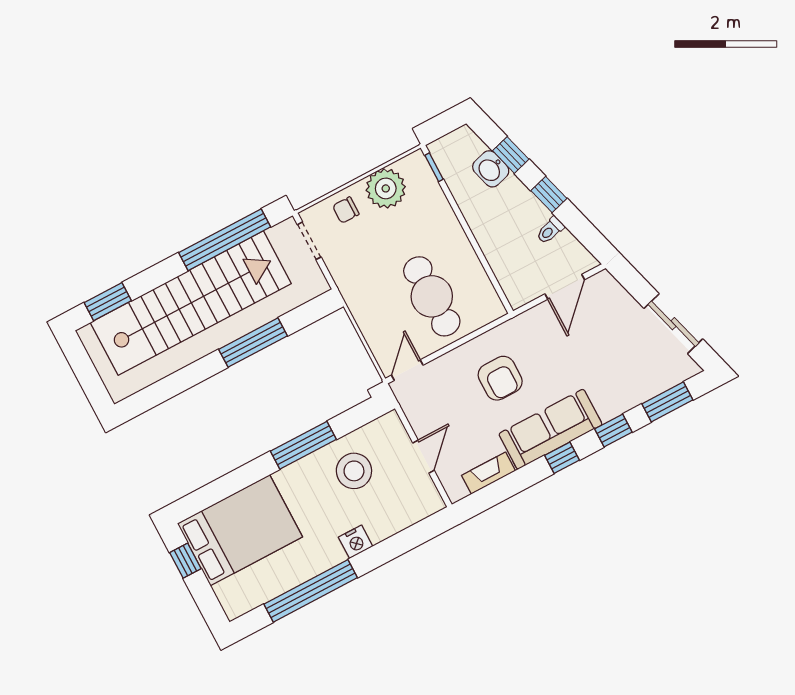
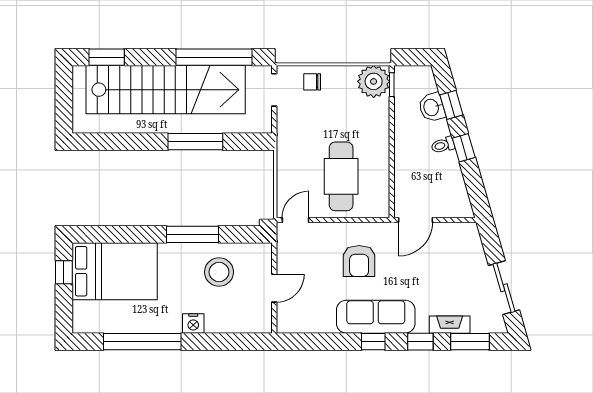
plant: (386, 188) -> (374, 81), moved
toilet: (550, 230) -> (443, 145), moved
door: (565, 287) -> (416, 220), moved
fireplace: (488, 473) -> (450, 325), moved

